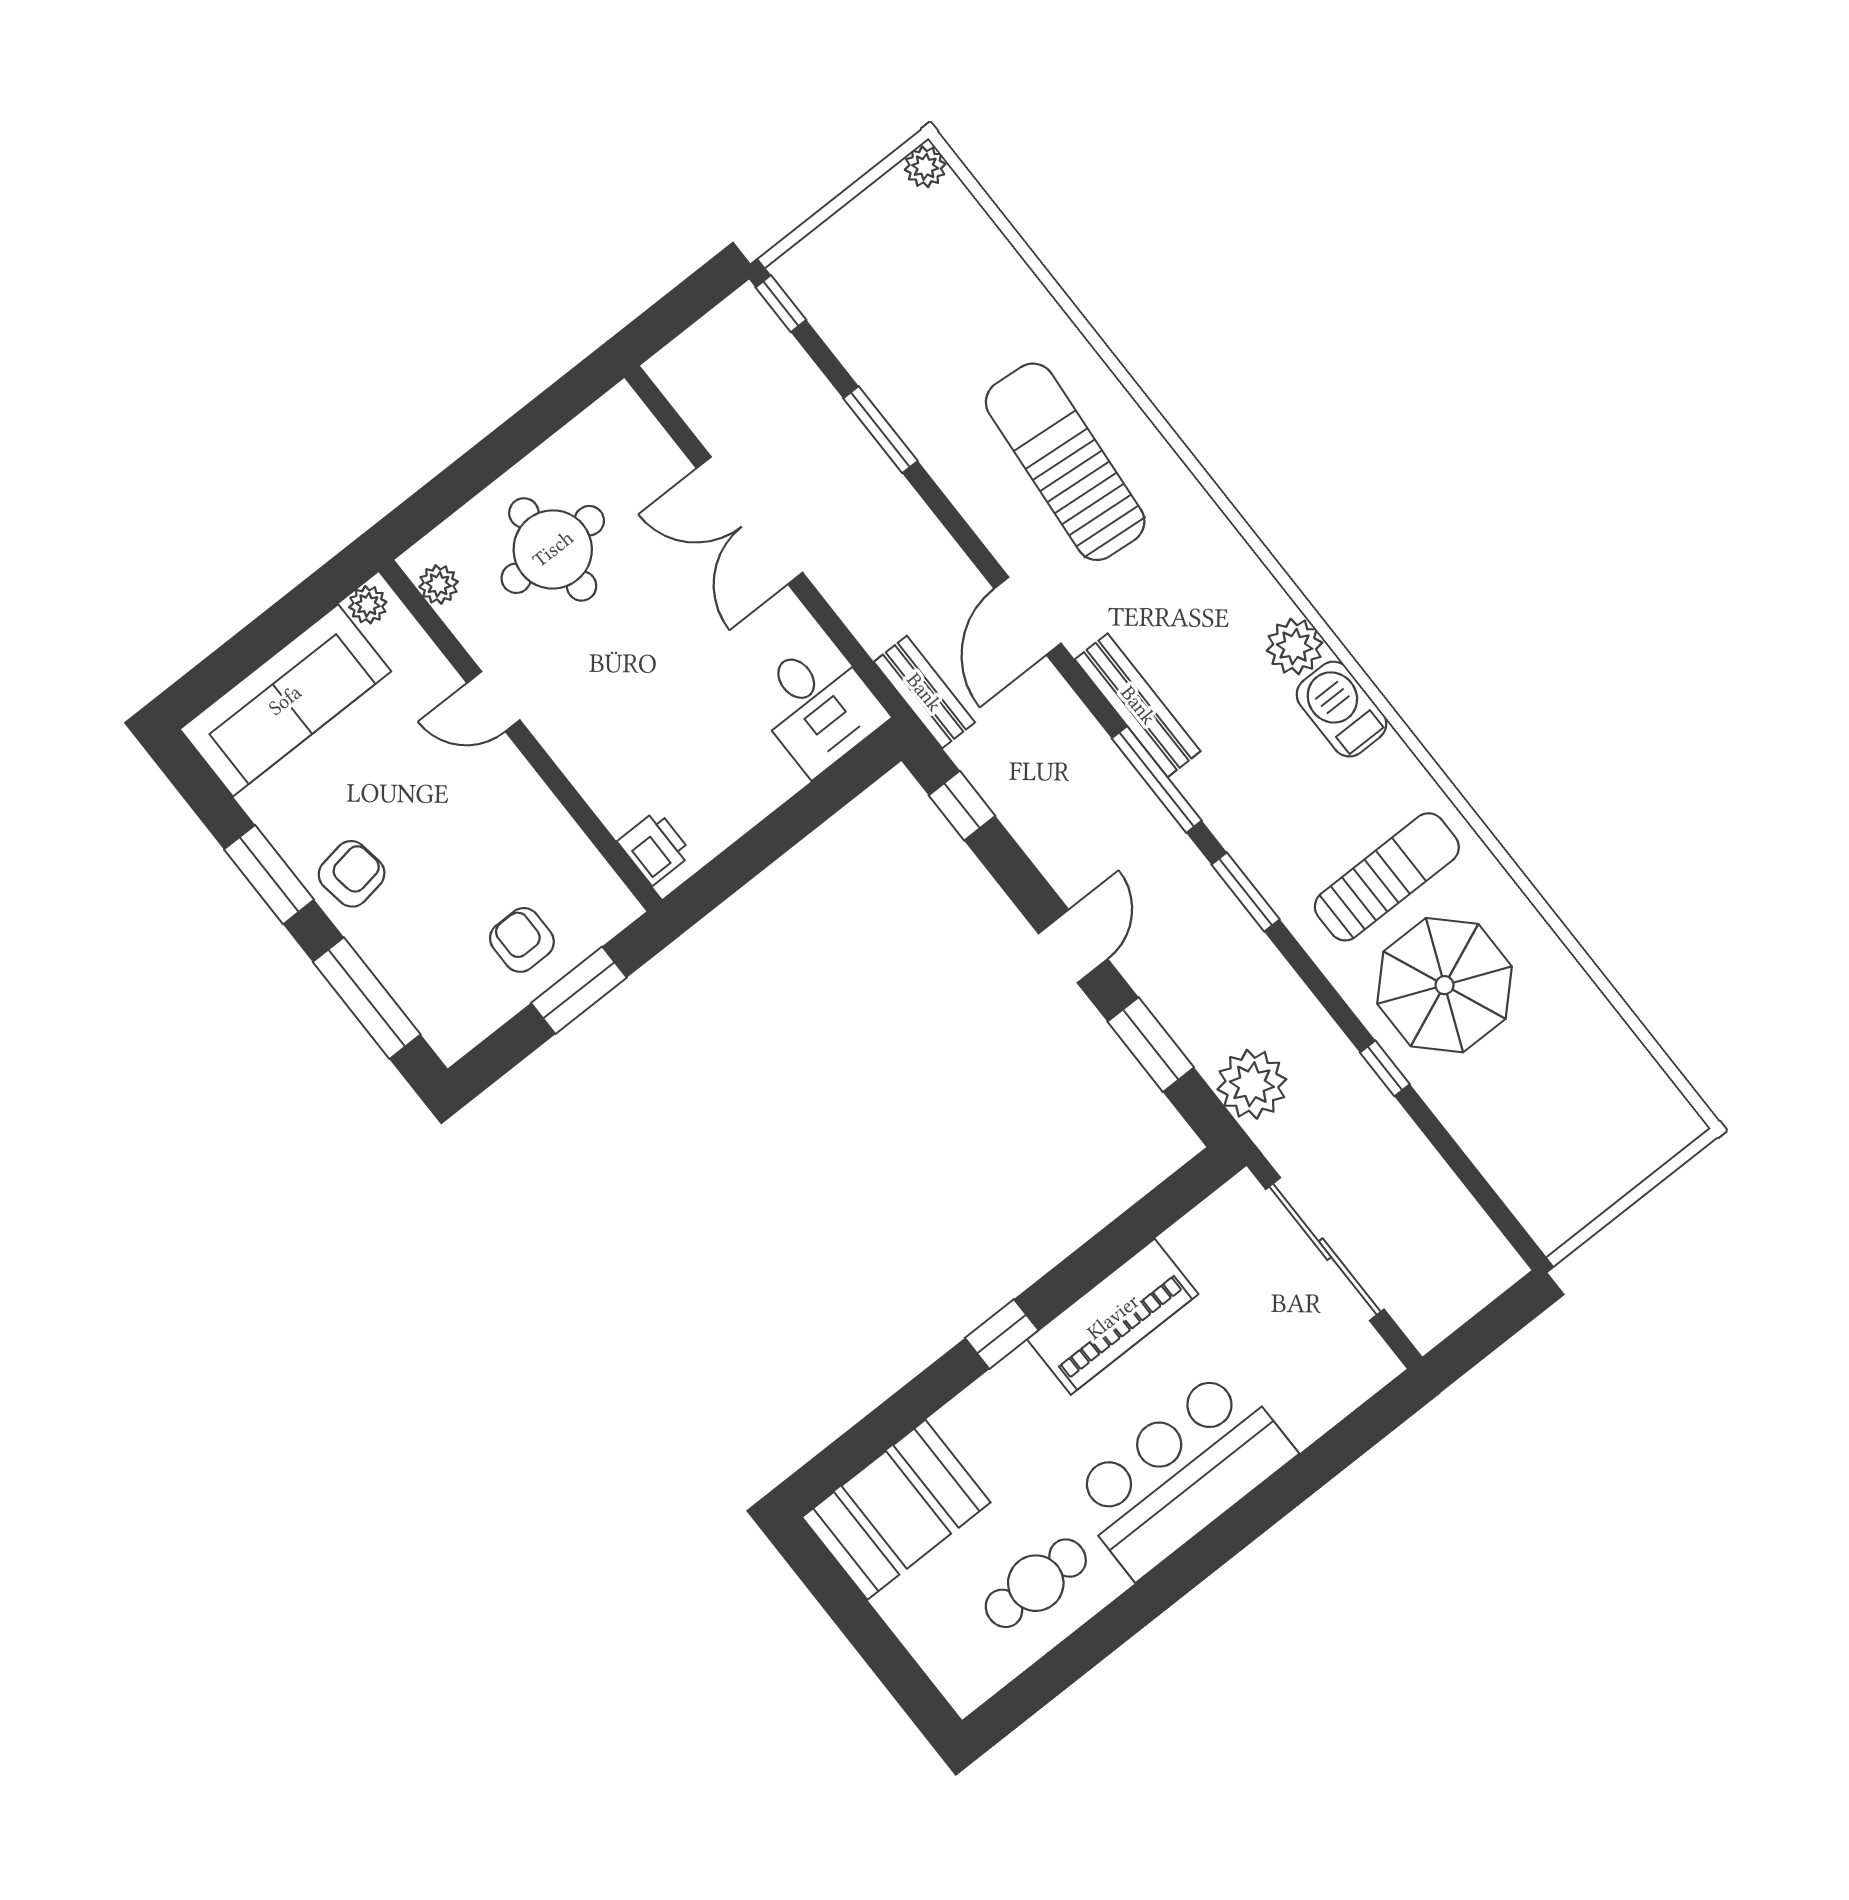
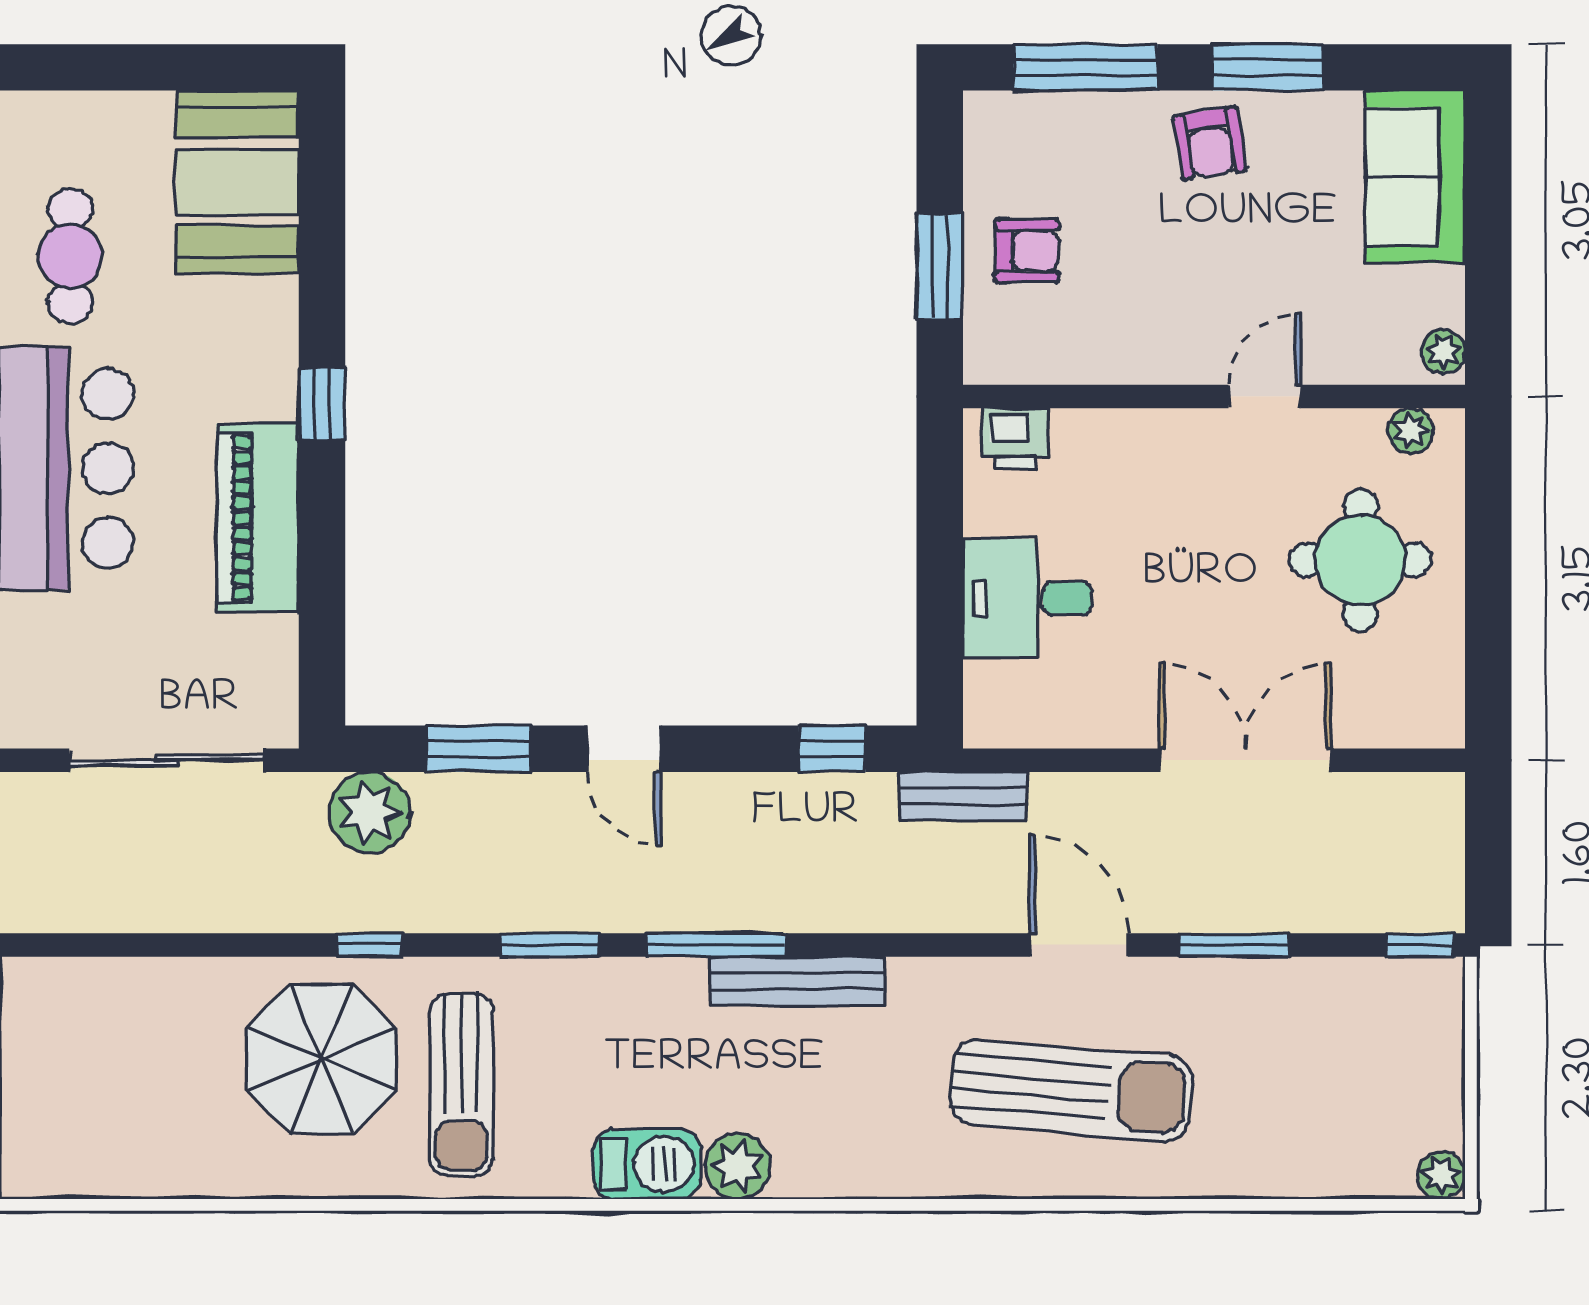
door: (1028, 616) -> (1079, 945), moved
sofa: (285, 700) -> (1415, 177), width x0.73
desk: (818, 706) -> (1027, 598), moved
window: (1385, 1068) -> (369, 945), moved

